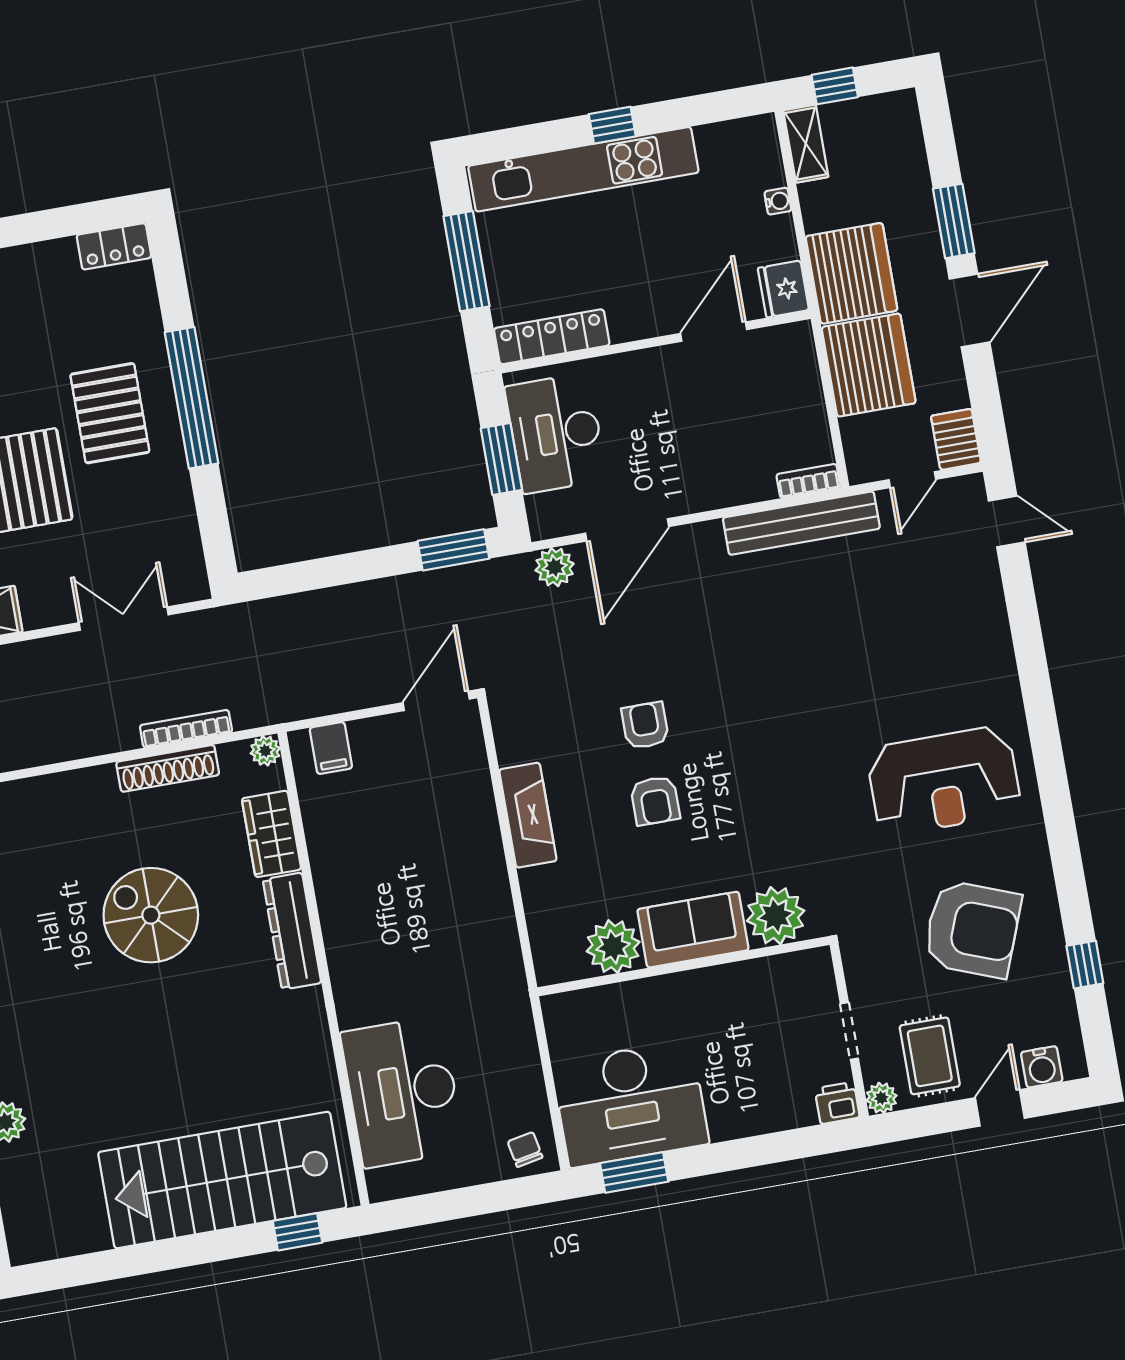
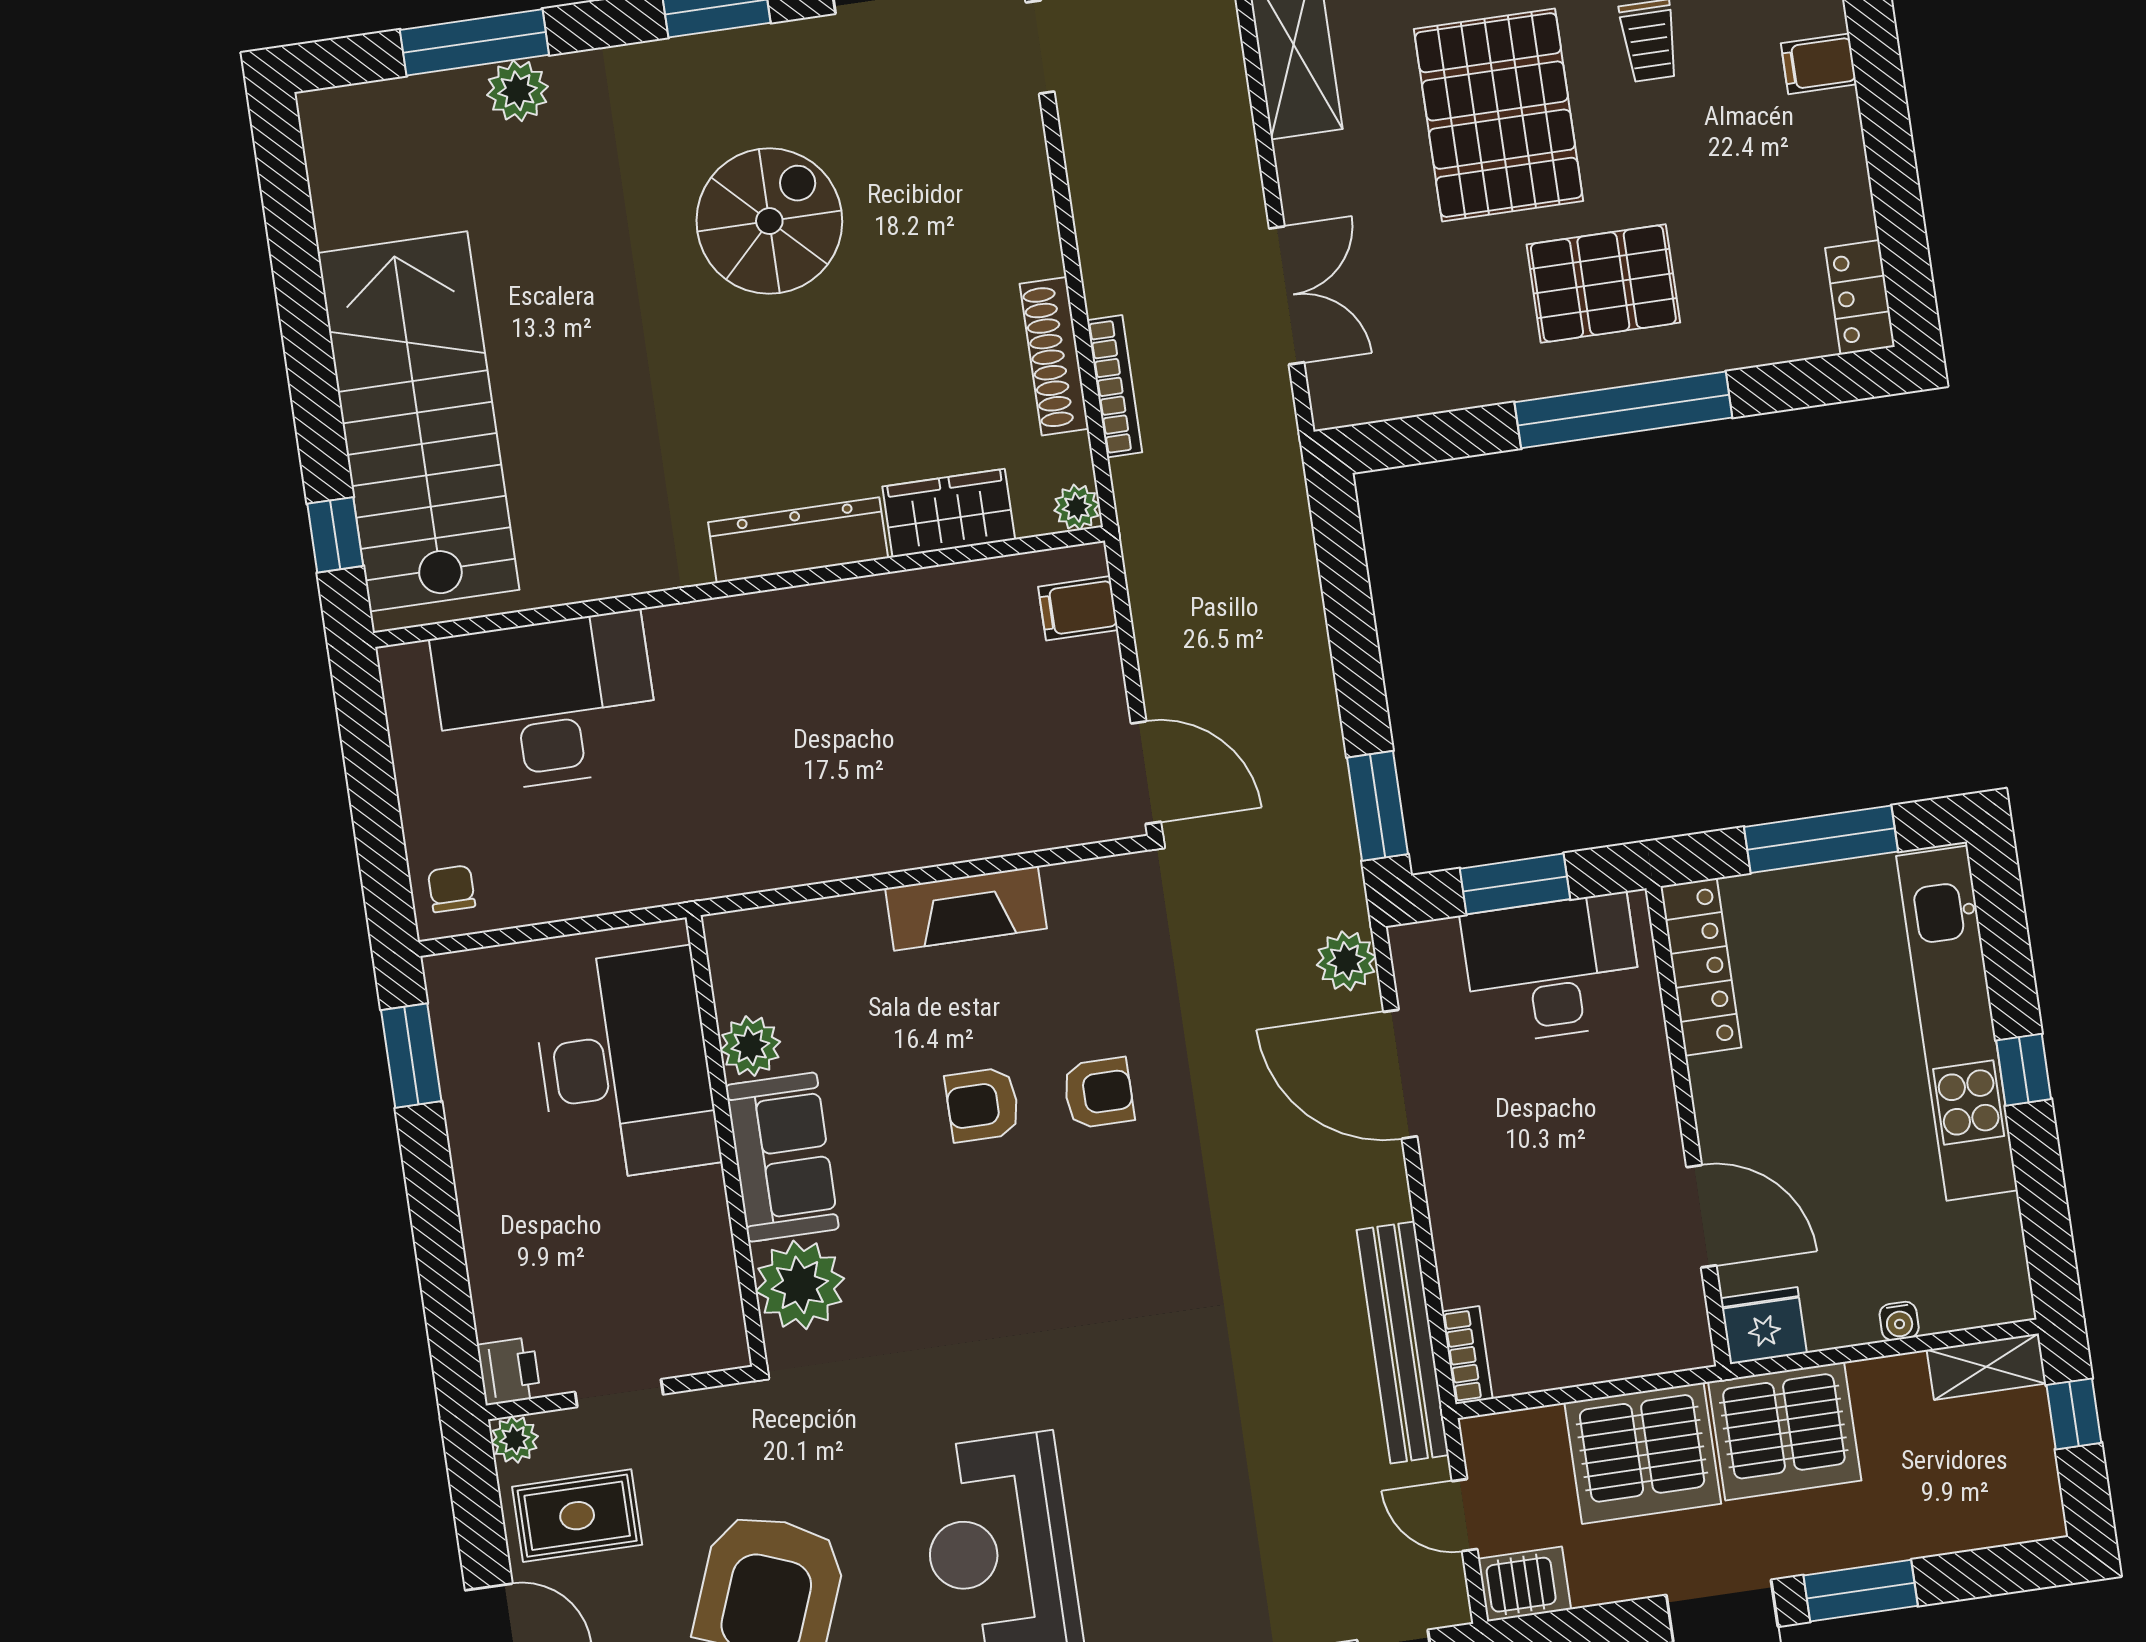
spiral stairs: (151, 915) -> (769, 221), moved
plant: (613, 947) -> (750, 1046), width x0.73, depth x0.73
desk: (630, 1104) -> (625, 1065), moved, turned 180
chair: (525, 1149) -> (452, 889), turned -79

